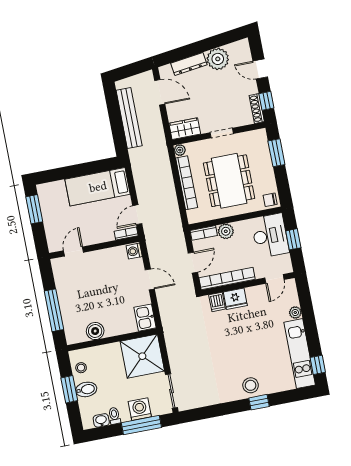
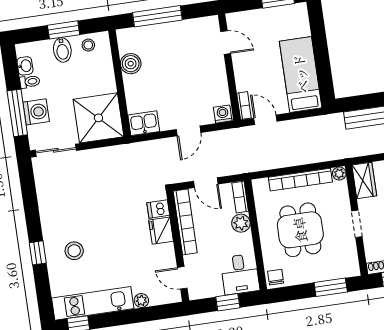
dining table: (229, 181) -> (300, 230), width x0.73
desk: (270, 236) -> (240, 274), width x0.73
stool: (251, 385) -> (74, 251), moved

